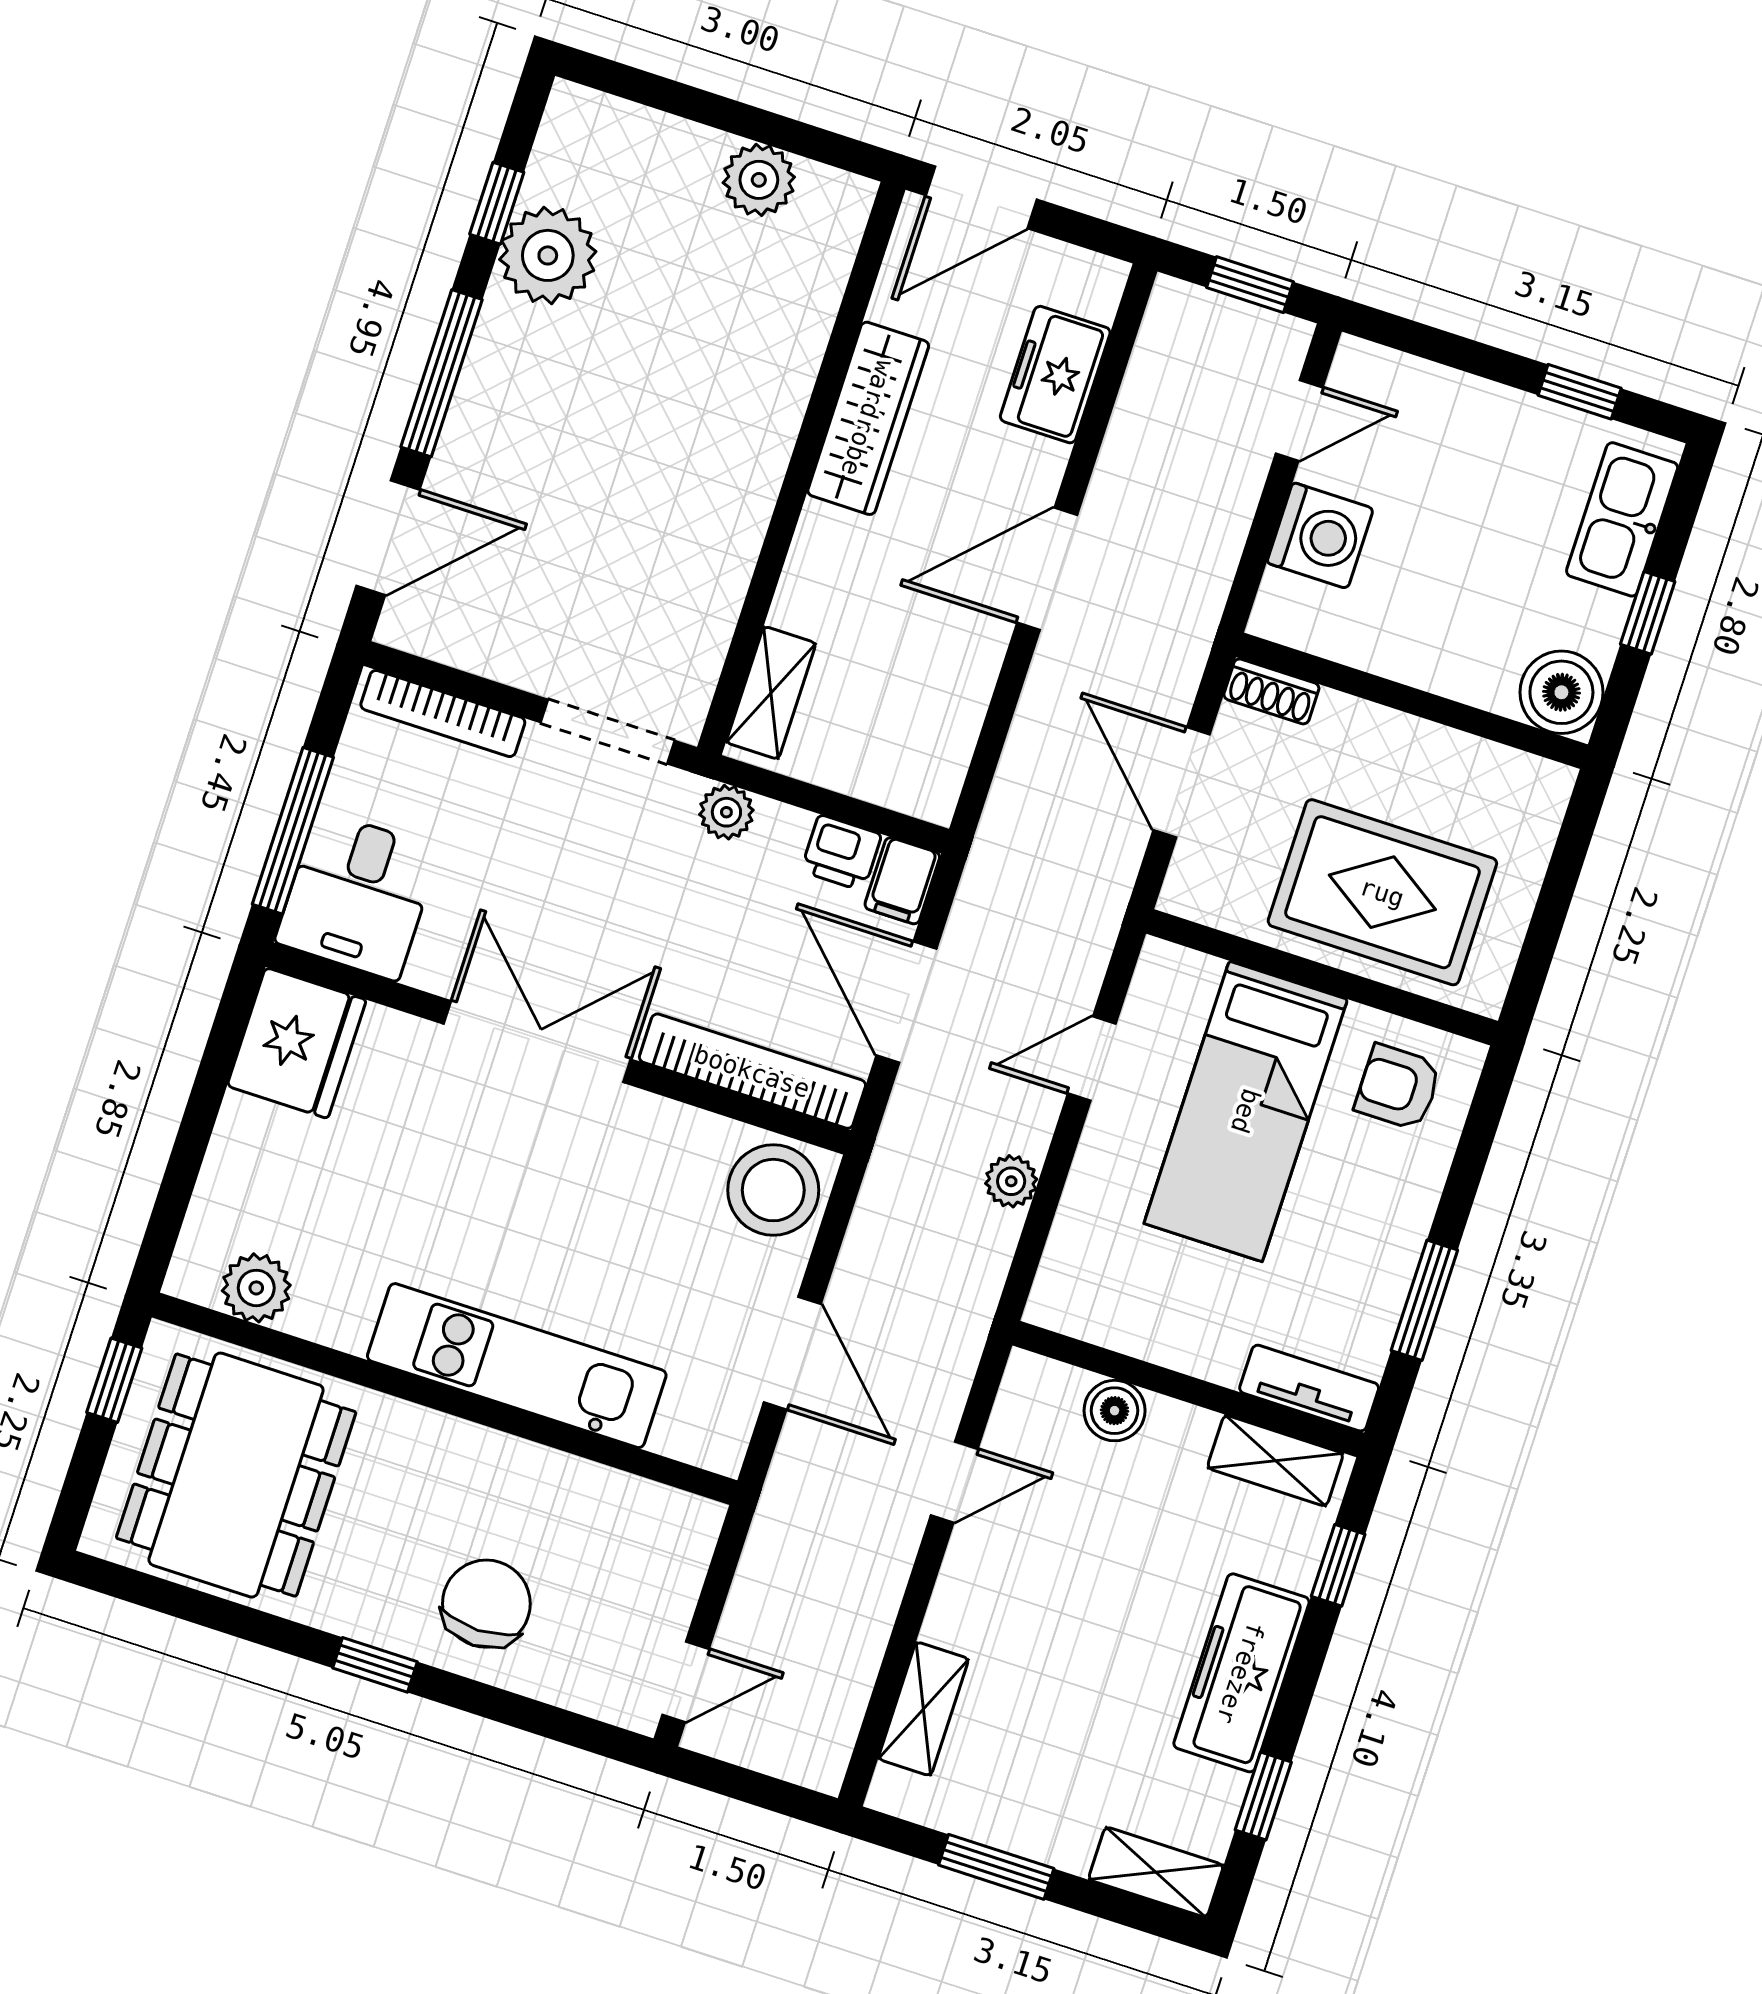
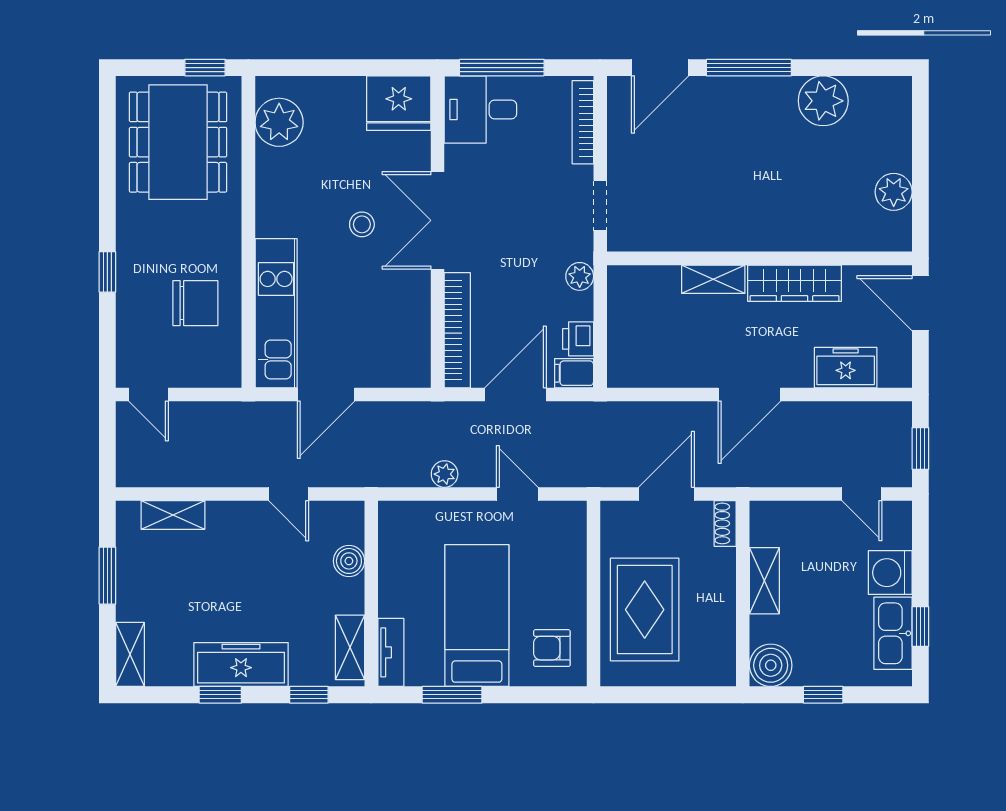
window: (497, 203) -> (841, 68), removed
kitchen sink: (1622, 519) -> (893, 633), moved, turned -90
washing machine: (1320, 536) -> (890, 573), moved, turned 90
door: (388, 538) -> (660, 68), hinge flipped
door: (1047, 569) -> (749, 394), swing flipped
shelving: (1401, 653) -> (764, 581), added
shelving: (771, 693) -> (713, 279), moved
doorway: (608, 732) -> (600, 206), width x0.73
double door: (537, 1042) -> (438, 220), swing flipped
armchair: (1398, 1087) -> (552, 648), turned -90
bed: (1246, 1111) -> (477, 616), moved, turned 90
stool: (773, 1190) -> (362, 224), moved, width x0.53, depth x0.53
plant: (256, 1288) -> (279, 122), width x1.36, depth x1.36
kitchen unit: (517, 1366) -> (276, 313), moved
dining table: (236, 1475) -> (178, 142), turned 90
chair: (486, 1604) -> (195, 303), moved
window: (375, 1665) -> (107, 272), moved
window: (1263, 1796) -> (220, 695), moved

